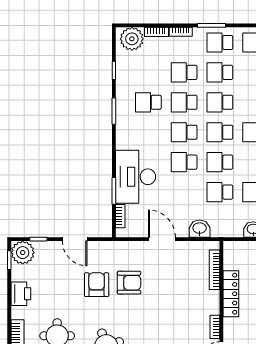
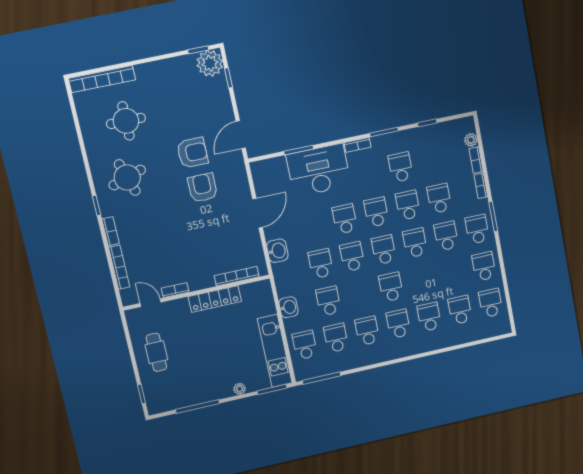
plant: (132, 39) -> (471, 140), width x0.53, depth x0.53
bookcase: (120, 216) -> (358, 145), moved
door: (75, 239) -> (241, 135), moved
armchair: (129, 283) -> (203, 188), turned 180
printer: (21, 294) -> (164, 71), removed

